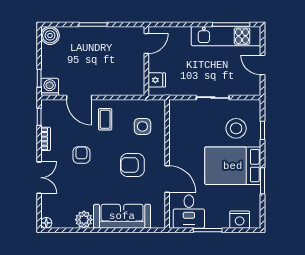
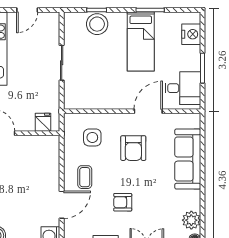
coffee table: (105, 119) -> (85, 177), turned 90
stool: (236, 128) -> (97, 24), moved
bed: (233, 166) -> (141, 42), width x0.67
plant: (84, 220) -> (191, 220), moved

